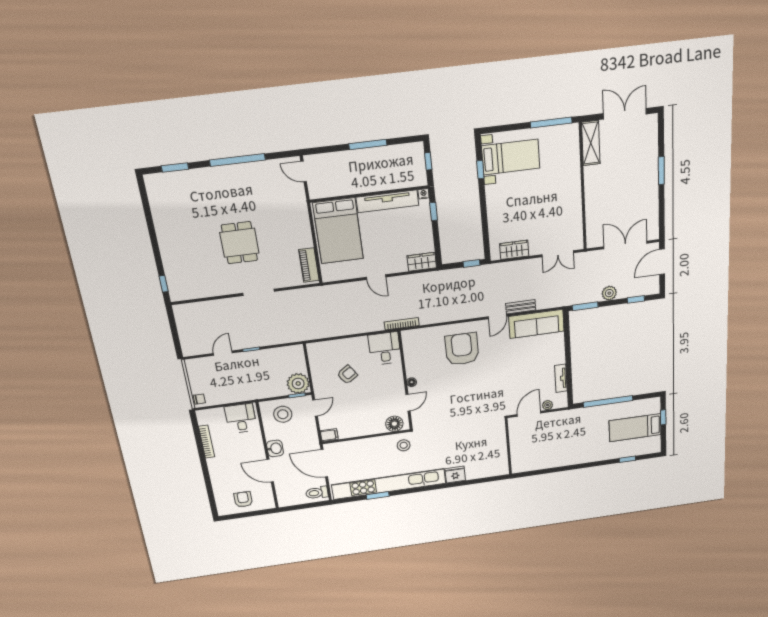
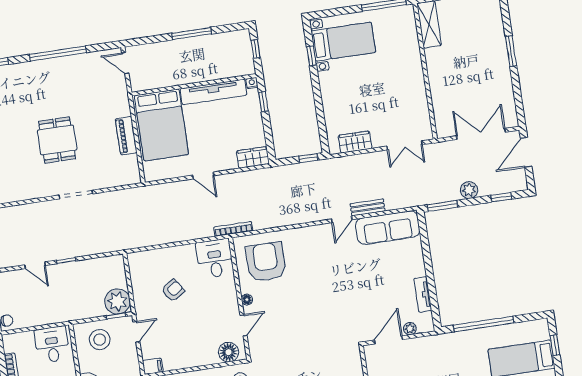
piano: (309, 265) -> (126, 136), moved
armchair: (462, 349) -> (266, 262), moved
door: (223, 353) -> (35, 265), swing flipped

